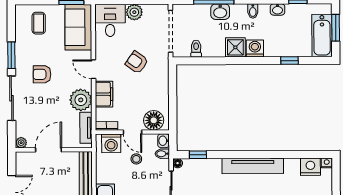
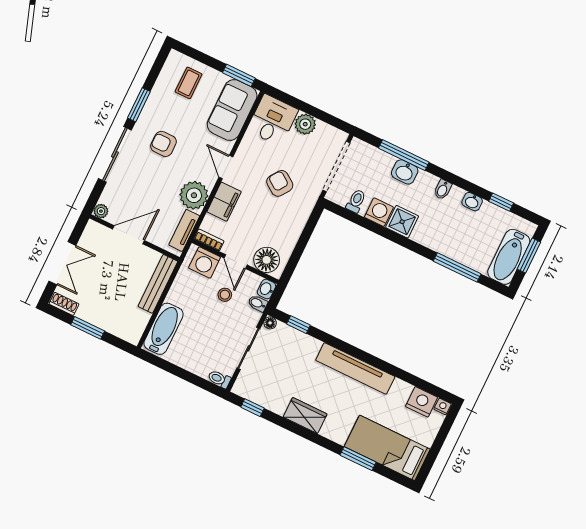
washing machine: (255, 48) -> (379, 212), moved
window: (289, 61) -> (457, 267), width x2.17

